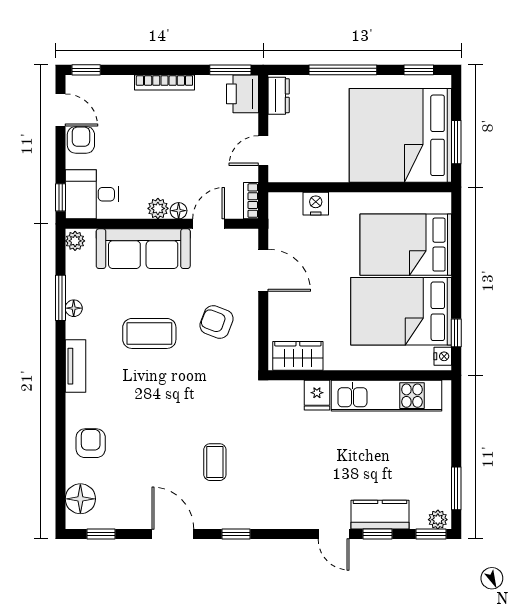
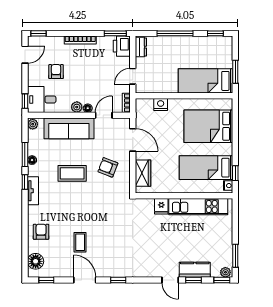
door: (60, 110) -> (25, 55), hinge flipped
bed: (400, 135) -> (206, 81), width x0.49
armchair: (81, 140) -> (56, 72), moved
bed: (401, 311) -> (206, 168), width x0.67
window: (60, 350) -> (25, 182), added
wardrobe: (298, 356) -> (143, 173), moved, turned 90
coffee table: (215, 462) -> (80, 242), moved

